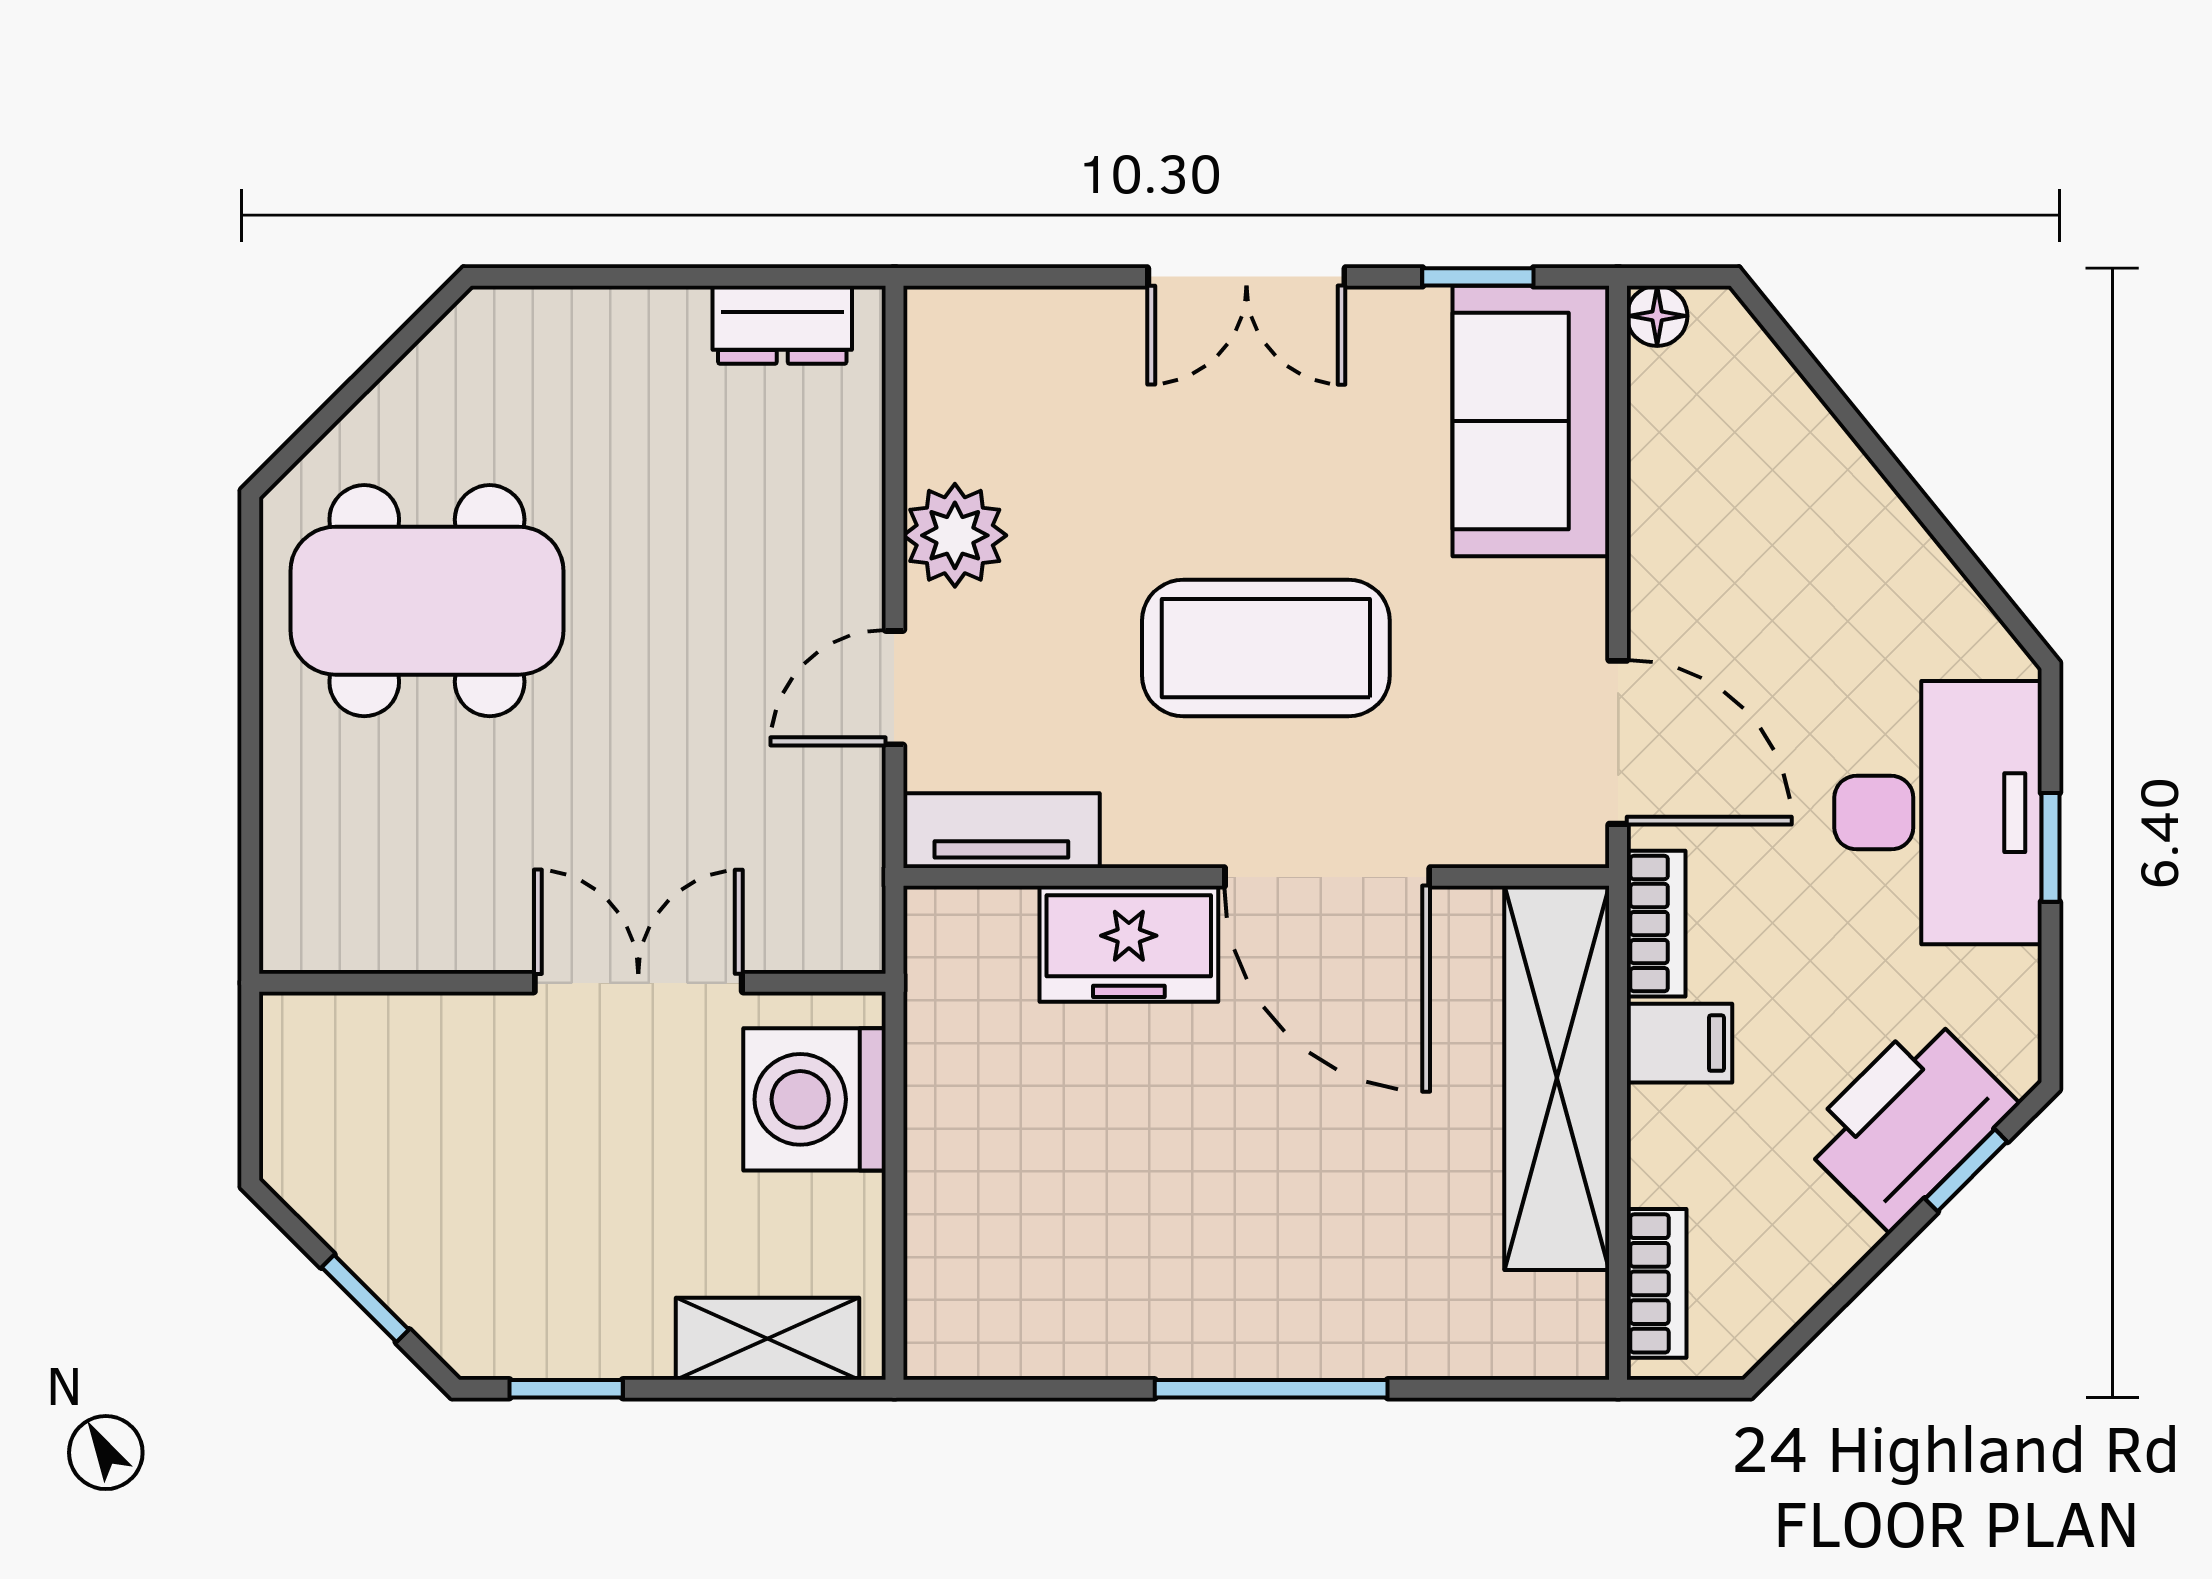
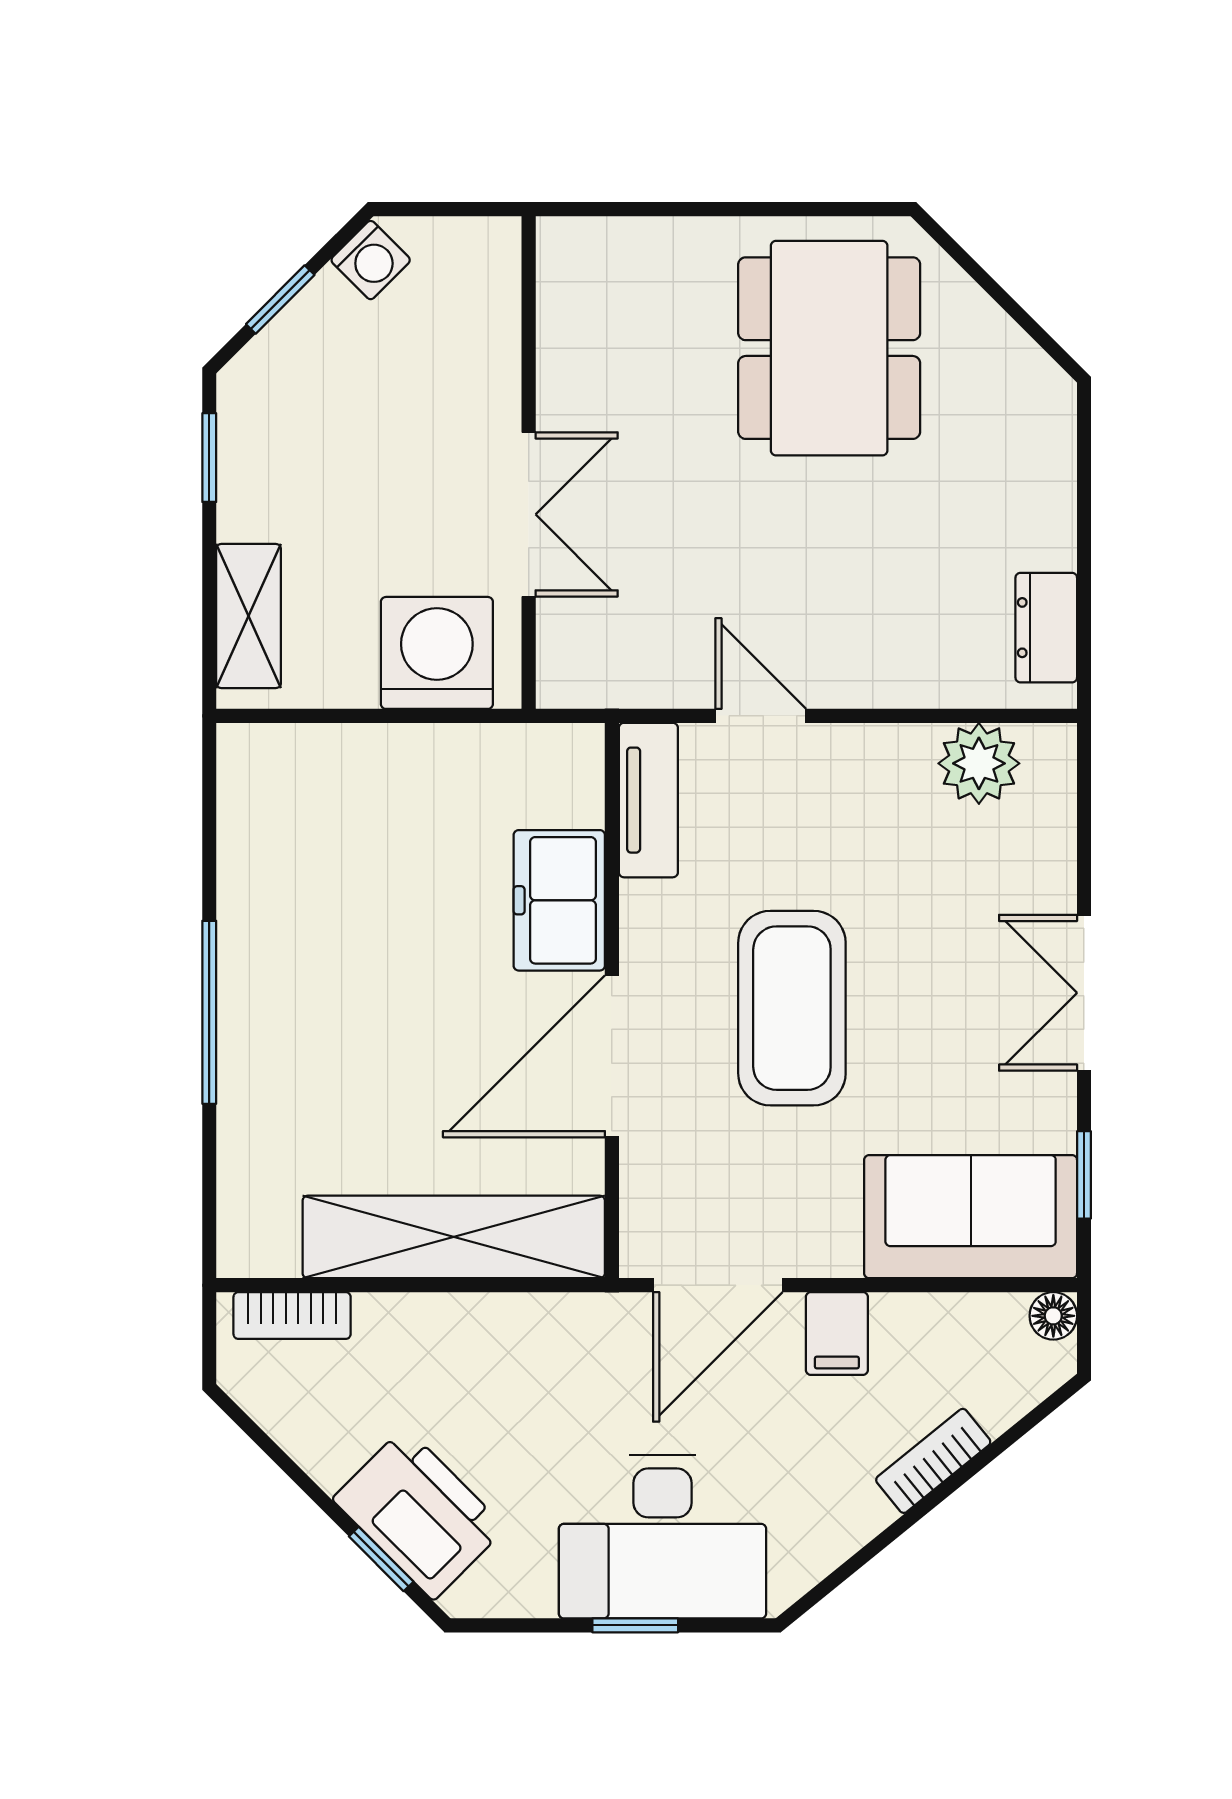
plant: (955, 535) -> (979, 763), moved
bookcase: (1656, 924) -> (933, 1461), moved, turned 141
filing cabinet: (1680, 1043) -> (837, 1334), moved
washing machine: (315, 1184) -> (371, 260), added

